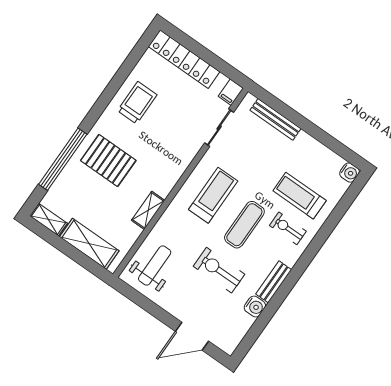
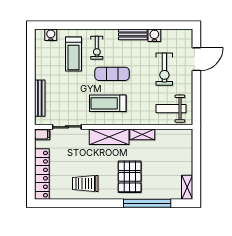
water cooler: (350, 173) -> (51, 35), moved
shelving: (89, 244) -> (109, 137), moved, turned 90
exercise bike: (219, 270) -> (164, 69), moved
door: (192, 336) -> (196, 59), hinge flipped

